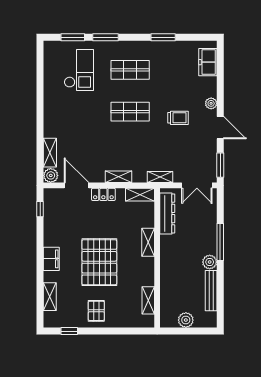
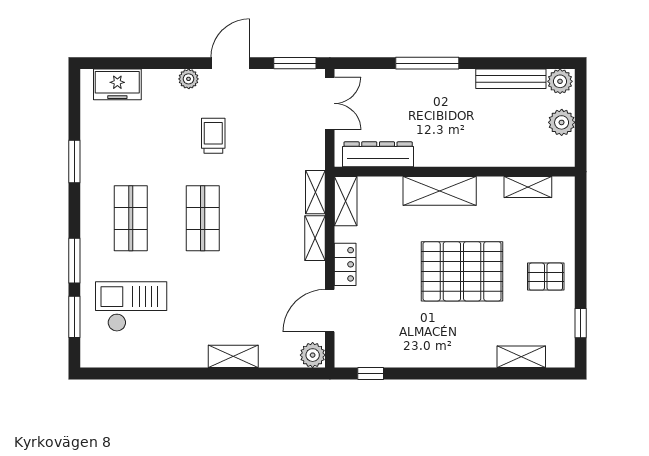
shelving: (50, 153) -> (233, 356), moved
shelving: (160, 177) -> (315, 192), moved
shelving: (148, 242) -> (440, 191), width x1.50, depth x1.33
filing cabinet: (51, 259) -> (456, 354), removed
plant: (210, 262) -> (560, 81), moved

